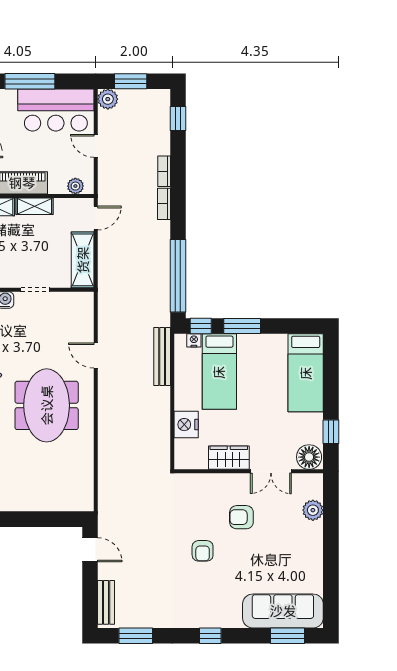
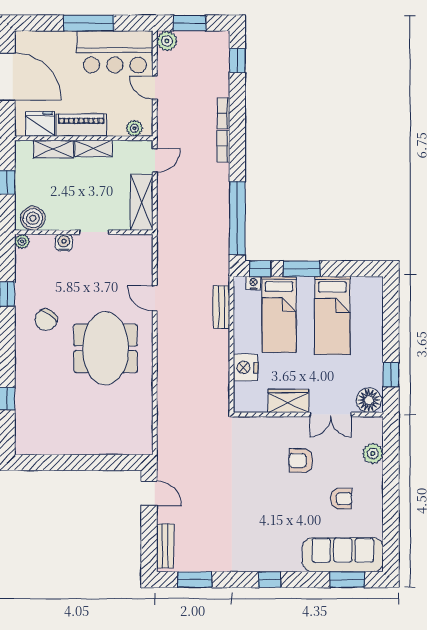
bench: (162, 356) -> (221, 307), width x0.73
bed: (306, 373) -> (332, 316), moved
armchair: (203, 551) -> (341, 499), moved, turned -90

